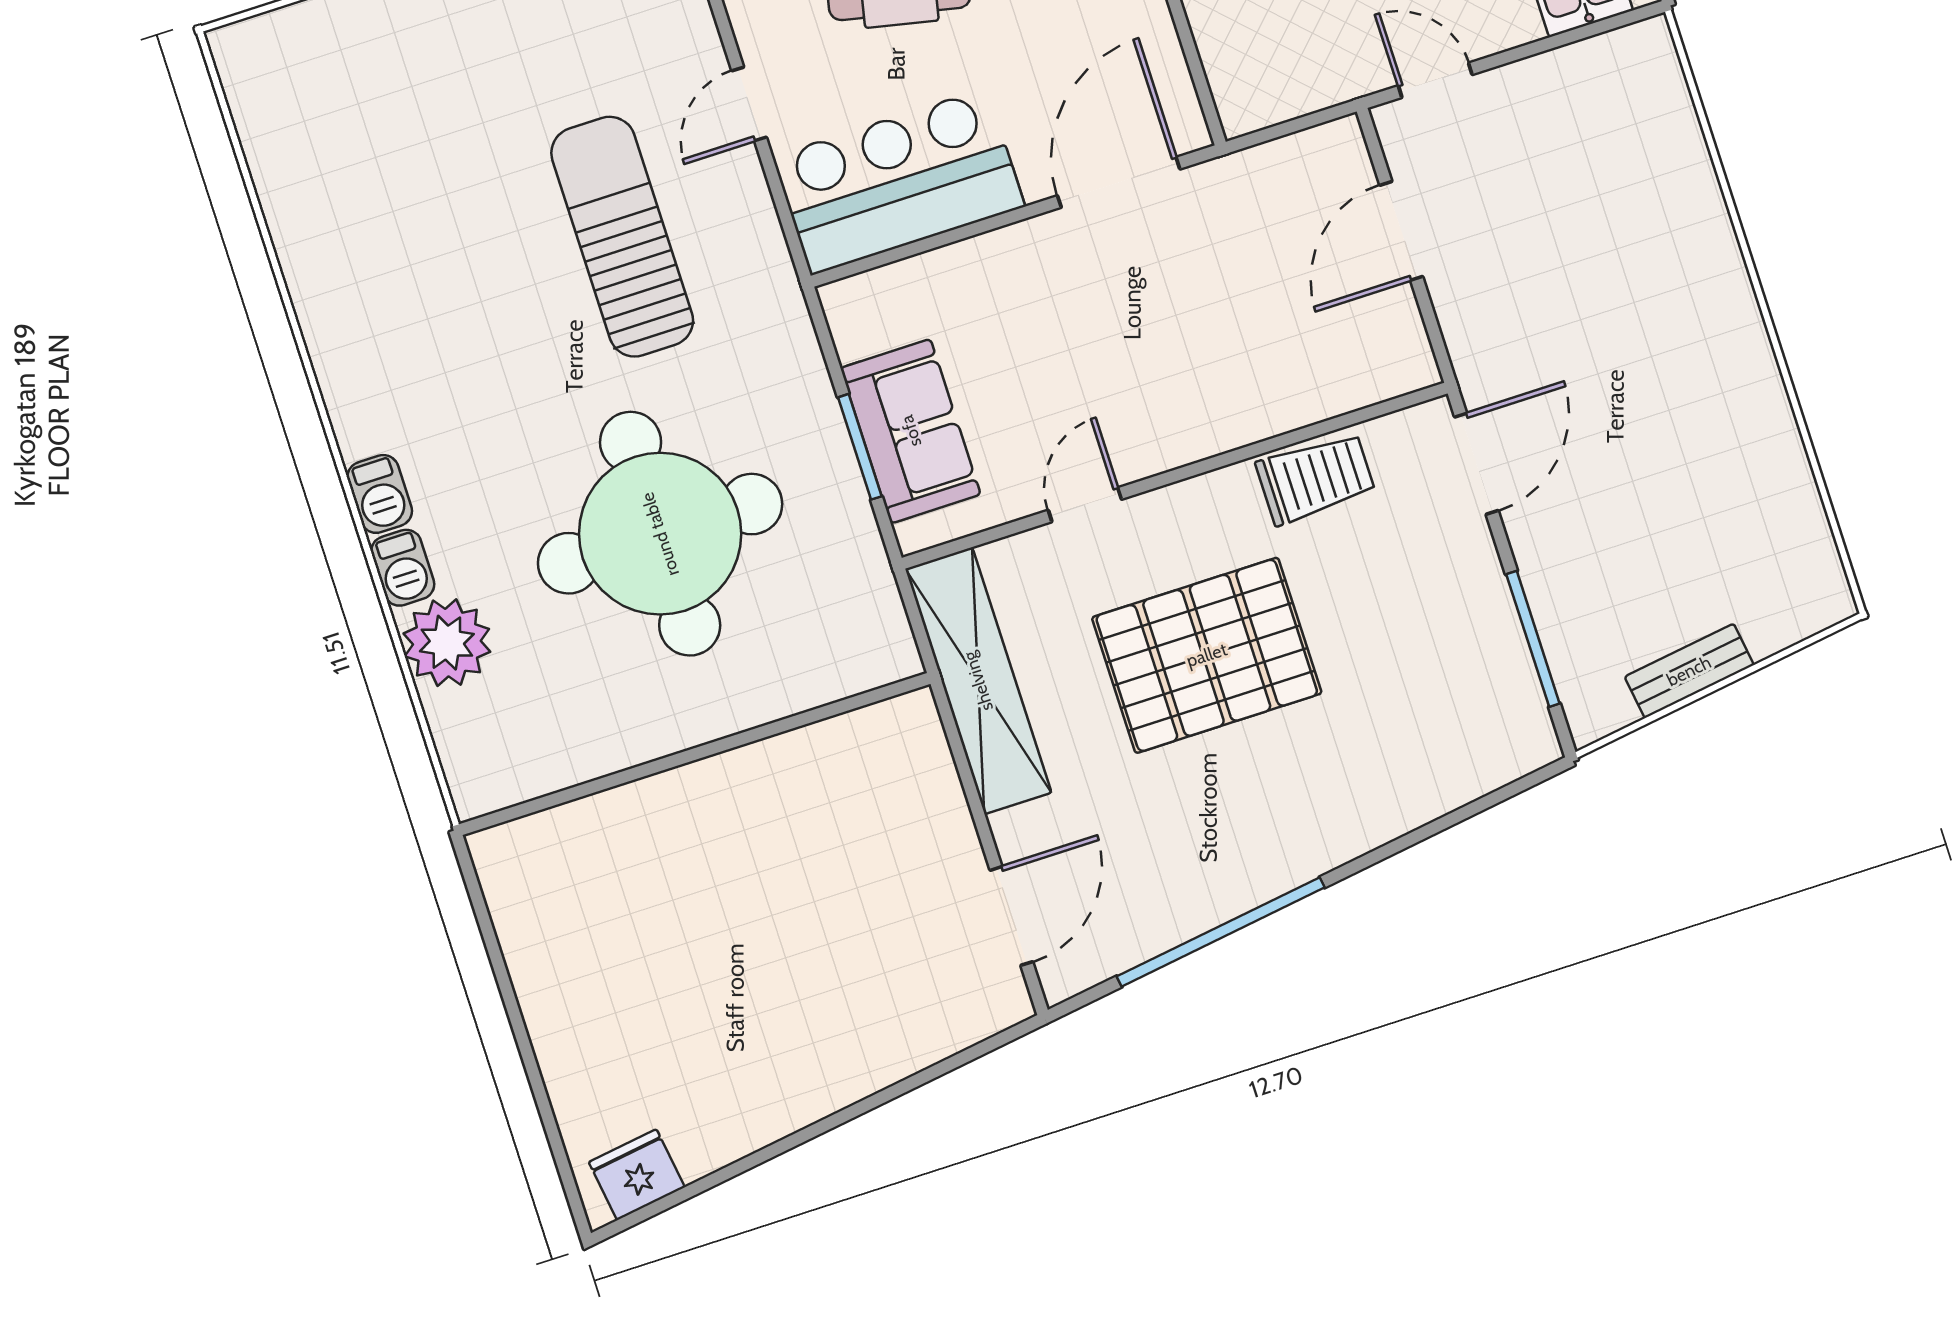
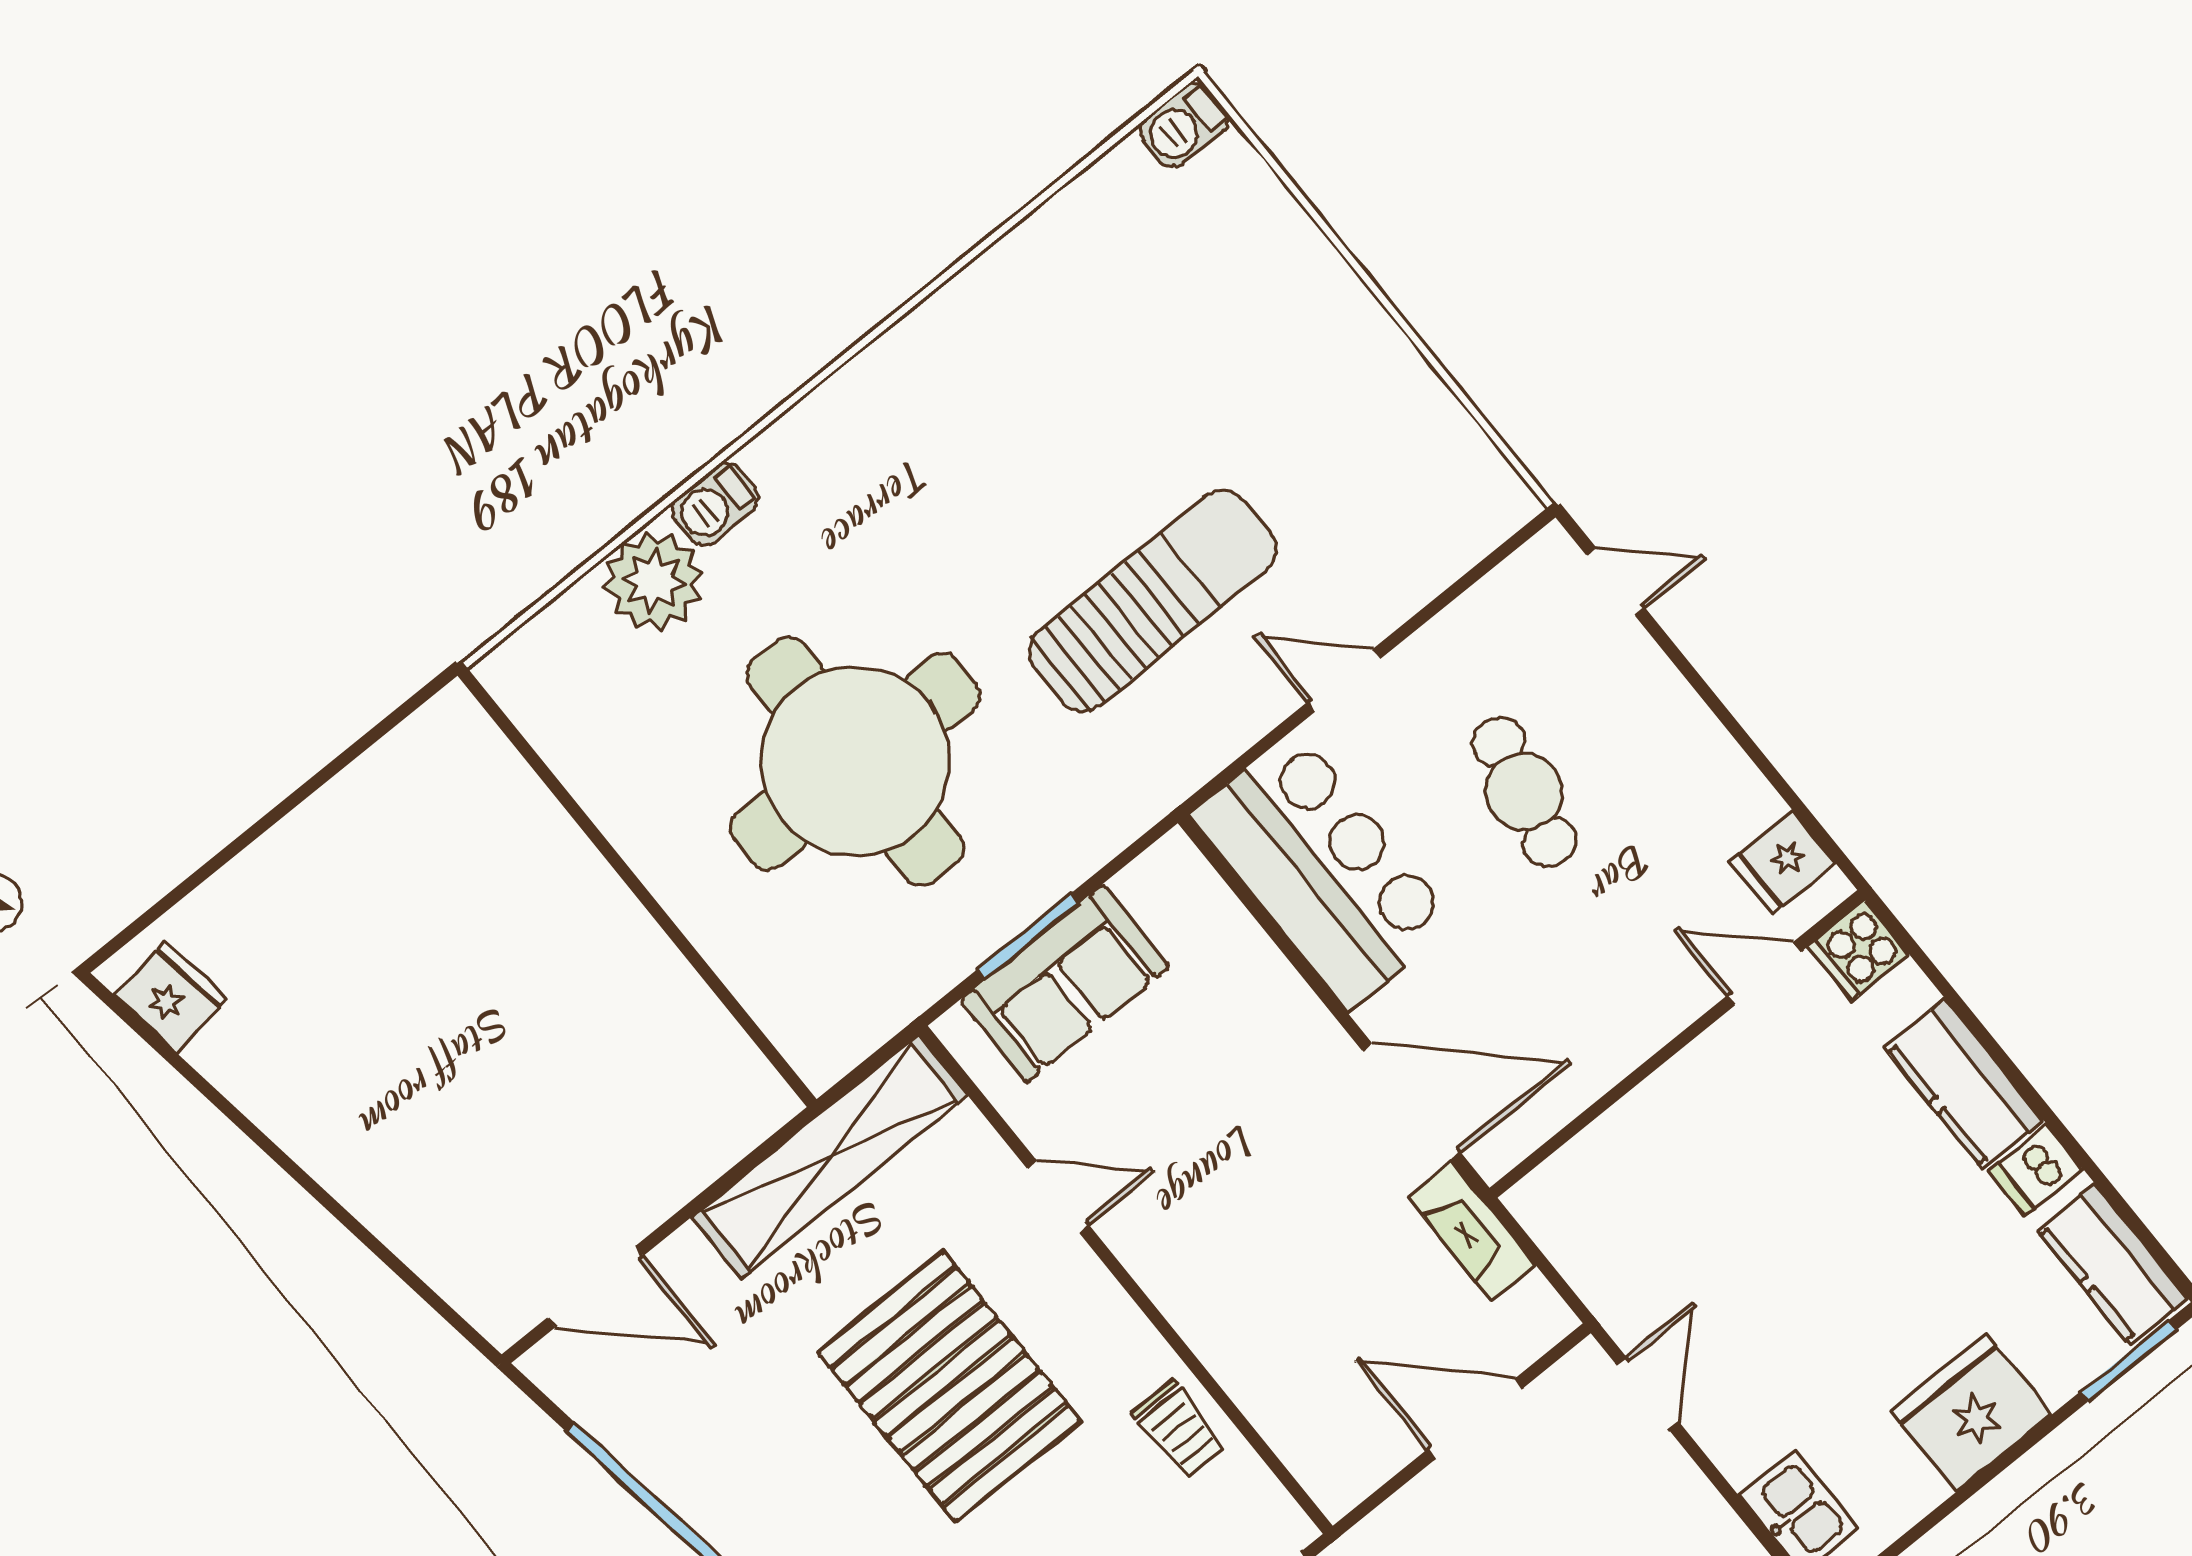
fireplace: (1245, 174) -> (1472, 1231), added
trolley: (1315, 478) -> (1180, 1429), width x0.73, depth x0.72
barbecue: (380, 494) -> (1184, 125), moved

